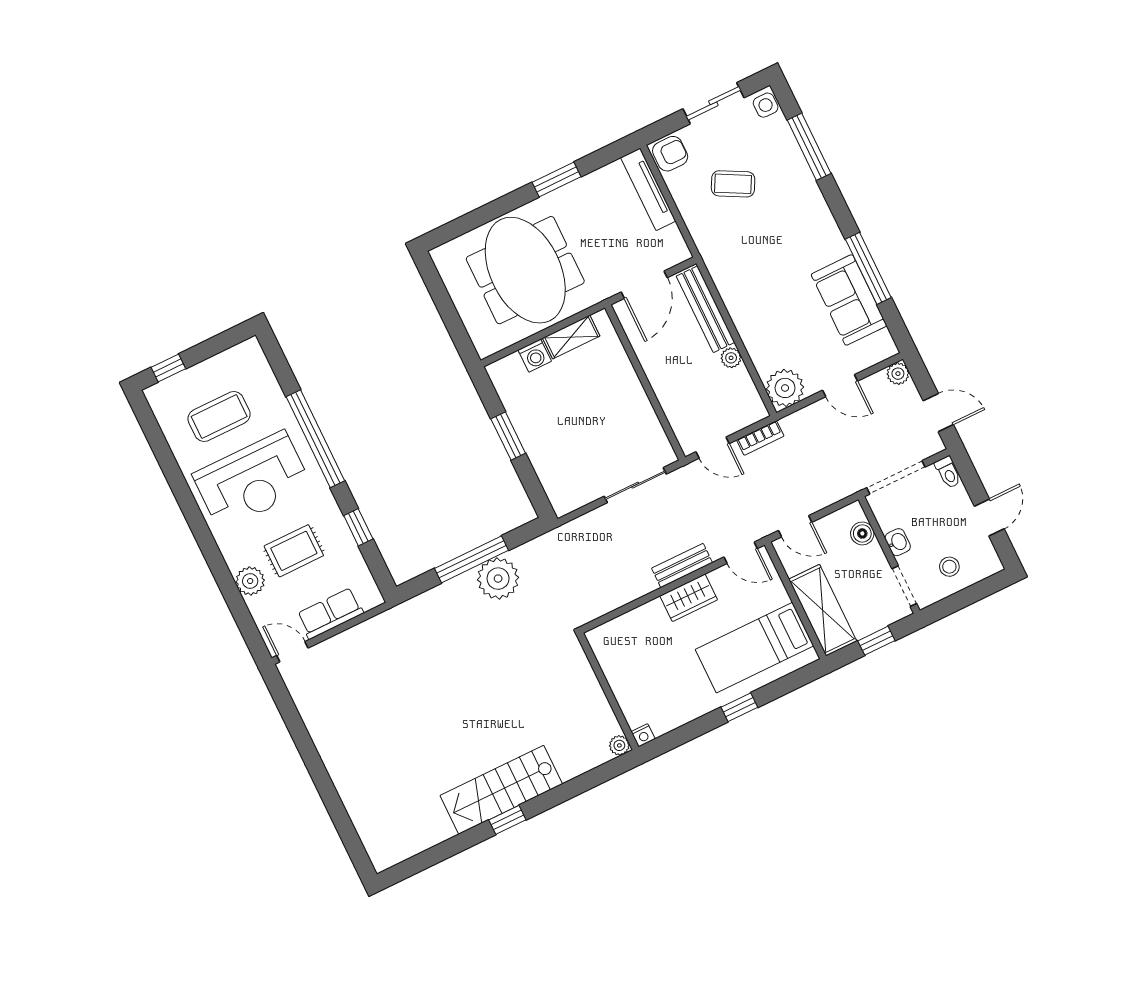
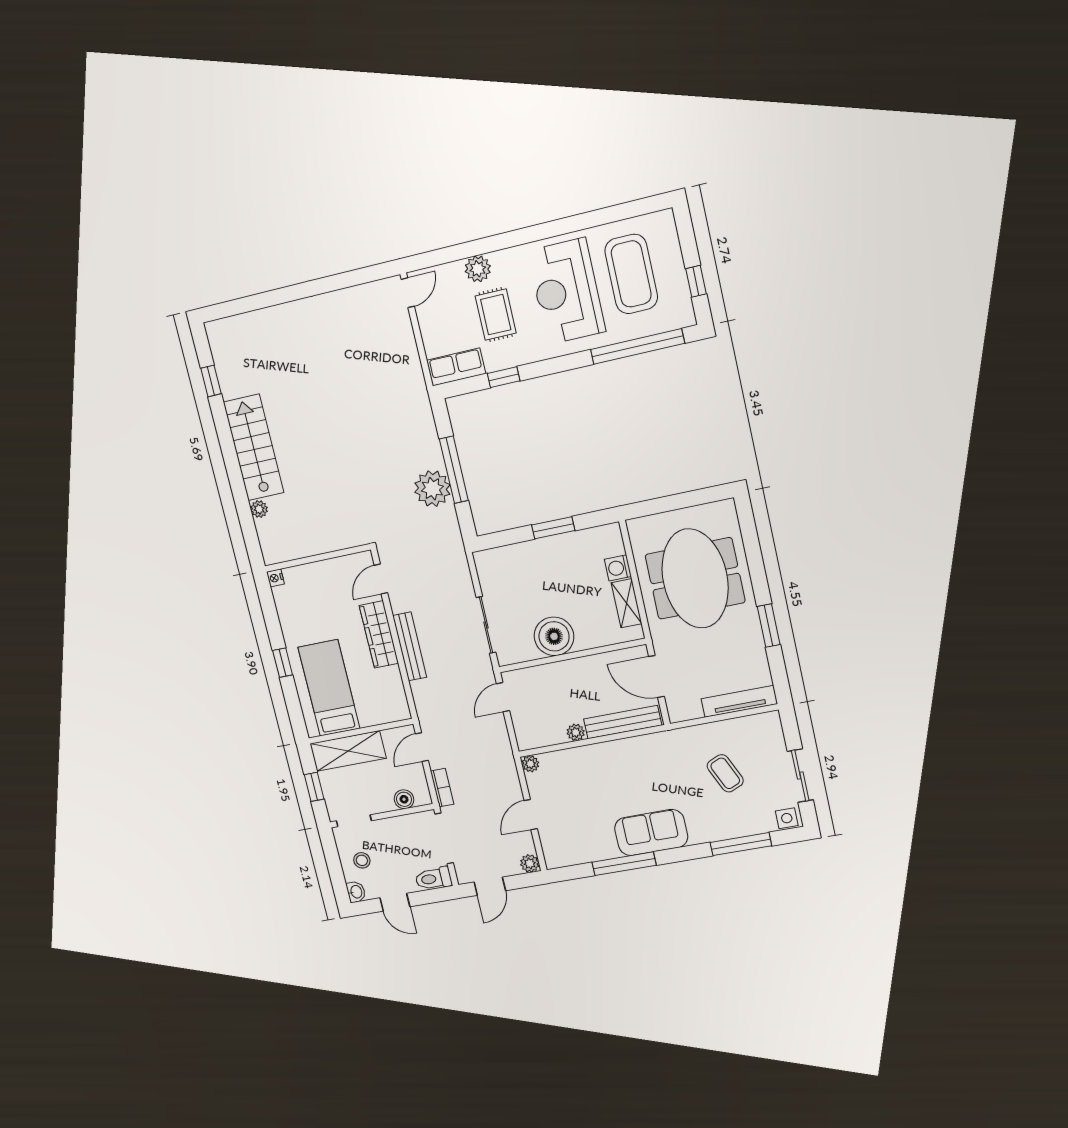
armchair: (670, 154) -> (766, 728), removed
coffee table: (733, 184) -> (725, 773), turned -52
meeting table: (525, 270) -> (695, 579), turned 90
sofa: (849, 300) -> (651, 833), moved
window: (168, 368) -> (696, 281), moved
plant: (785, 388) -> (530, 764), width x0.53, depth x0.53
boiler: (629, 407) -> (554, 636), added
coffee table: (219, 416) -> (631, 274), width x1.36, depth x1.32
bookcase: (760, 438) -> (442, 788), moved, turned 180
window: (315, 439) -> (637, 346), moved
toilet: (948, 472) -> (433, 879), width x1.37, depth x1.39
washbasin: (898, 542) -> (356, 892), moved, turned -90
door: (741, 553) -> (381, 579), moved
bench: (682, 565) -> (410, 646), width x1.36
wardrobe: (689, 598) -> (379, 634), width x1.50
row of seats: (330, 613) -> (456, 367), moved, turned -90
plant: (619, 745) -> (259, 509), moved
window: (507, 820) -> (211, 381), moved

